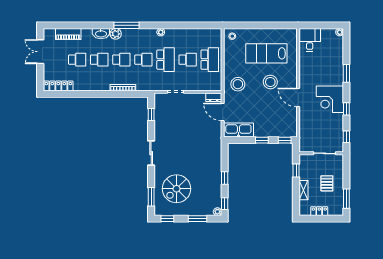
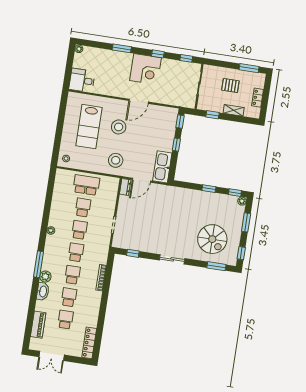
school desk: (166, 60) -> (79, 230), width x0.54

